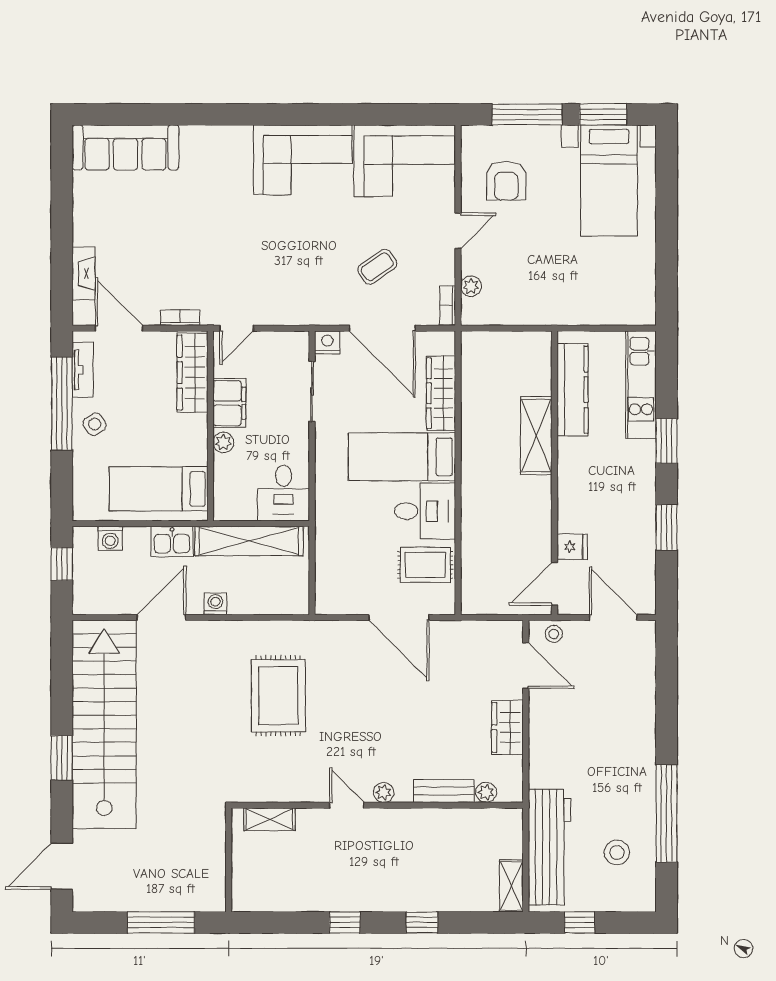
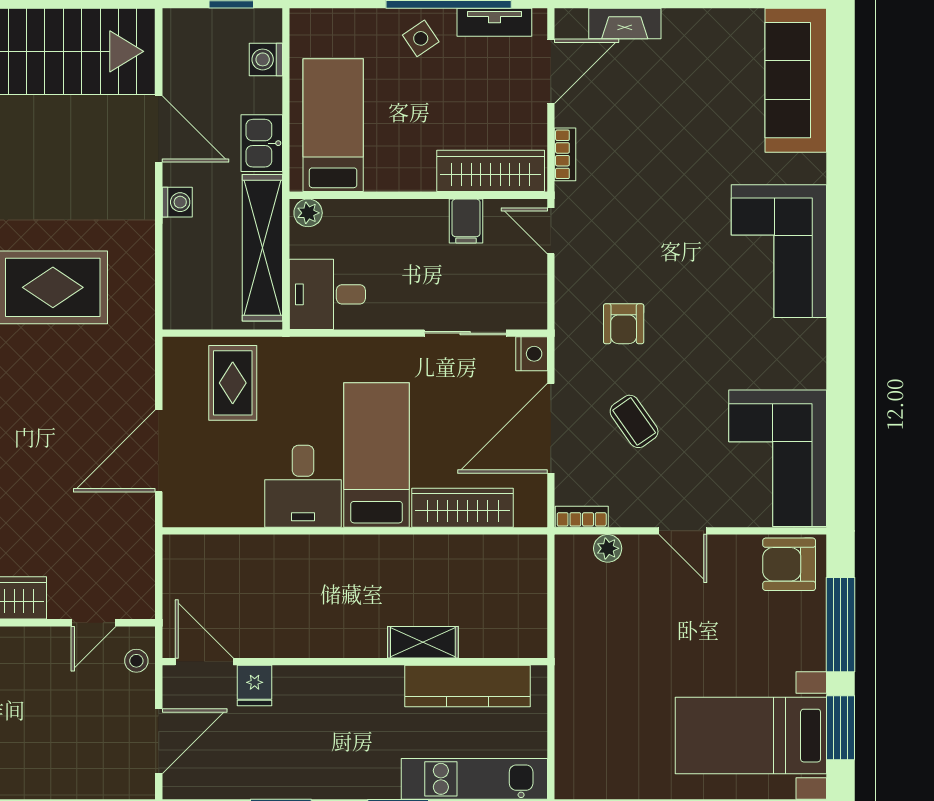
corner sofa: (303, 160) -> (779, 251), moved
armchair: (506, 181) -> (789, 564), moved
armchair: (305, 274) -> (624, 324), added
filing cabinet: (229, 403) -> (466, 221), width x0.50
shelving: (536, 436) -> (423, 642), width x0.67, depth x0.75
plant: (223, 442) -> (308, 213), moved
rug: (425, 565) -> (233, 383), moved
door: (526, 666) -> (94, 623), width x0.73

